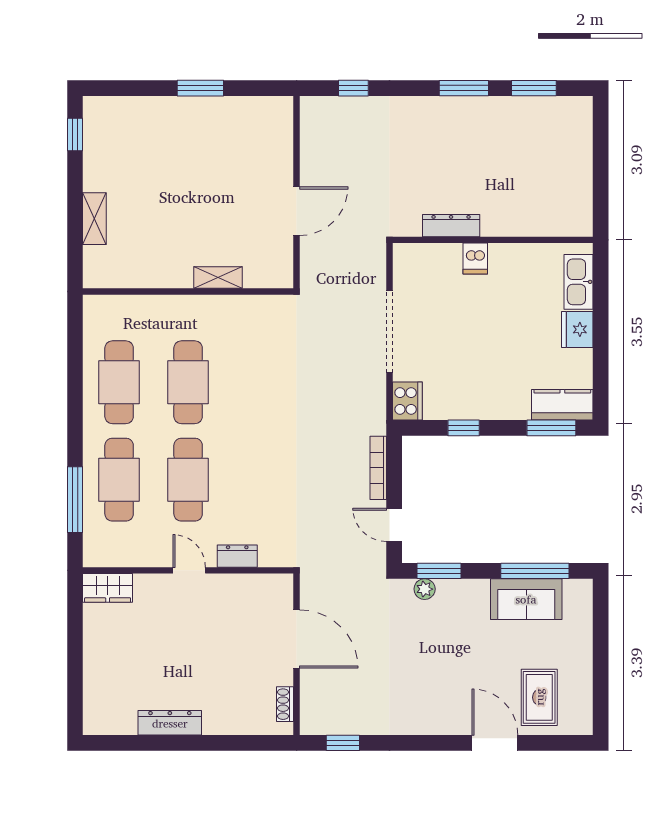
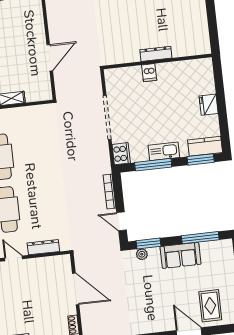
dresser: (451, 226) -> (156, 54), moved
kitchen sink: (578, 282) -> (164, 151), moved, turned 90
window: (464, 428) -> (153, 165), width x2.17
dresser: (237, 556) -> (43, 247), width x1.44
sofa: (526, 599) -> (180, 255), moved

